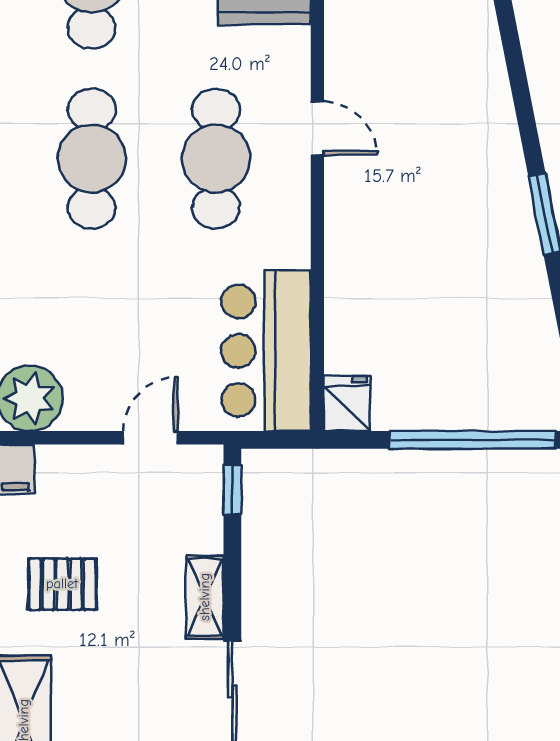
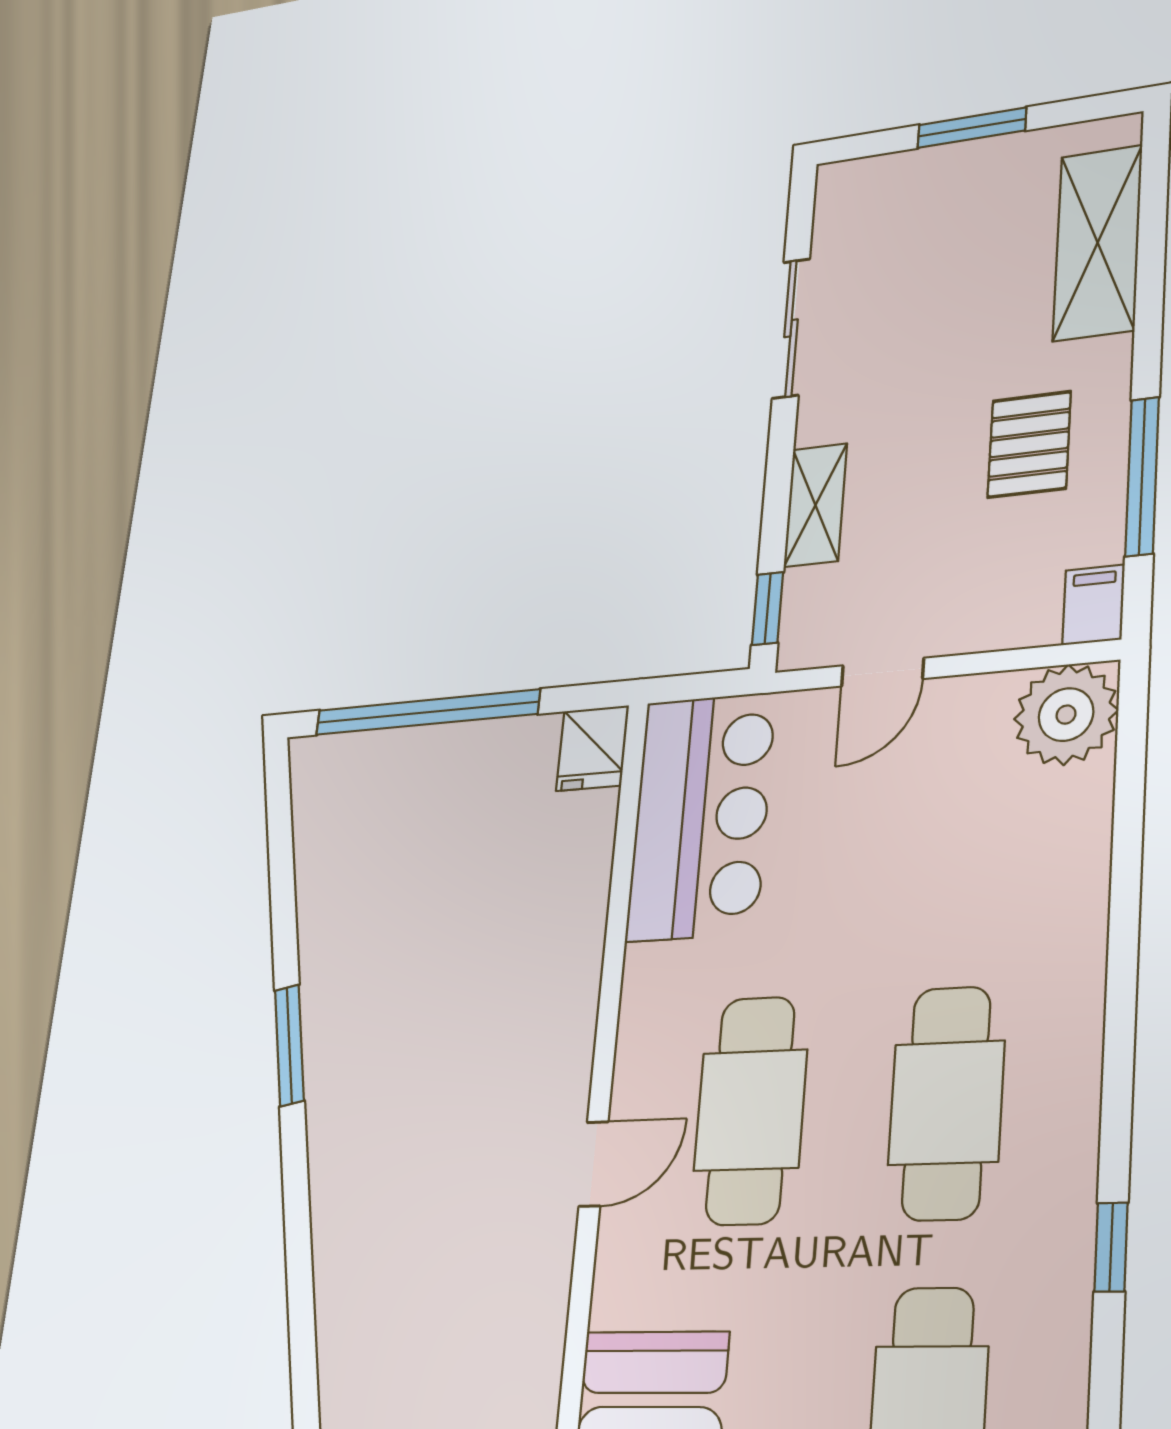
door: (317, 128) -> (594, 1164), swing flipped
pallet: (62, 584) -> (1029, 444), turned 90
shelving: (205, 597) -> (815, 505), moved

